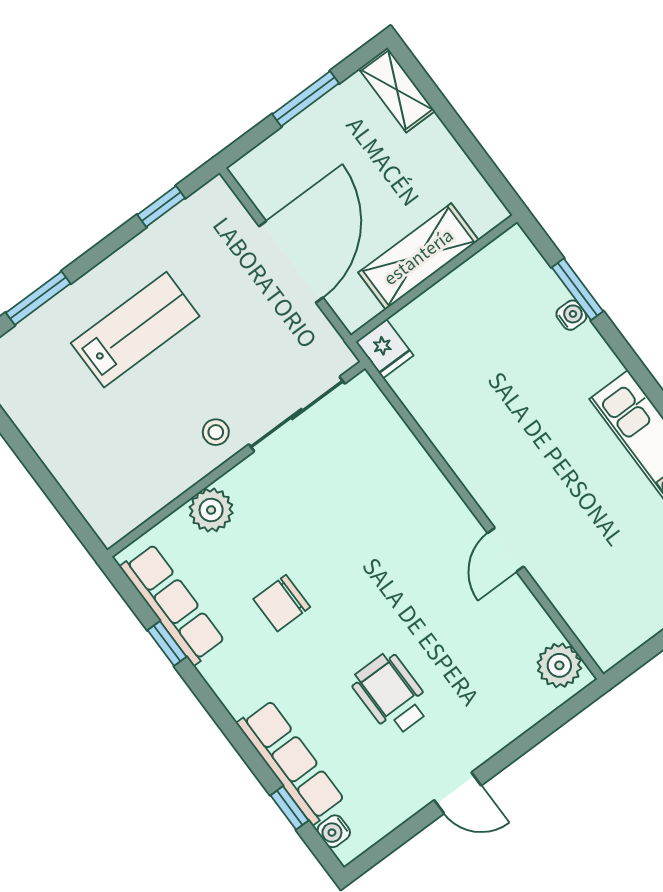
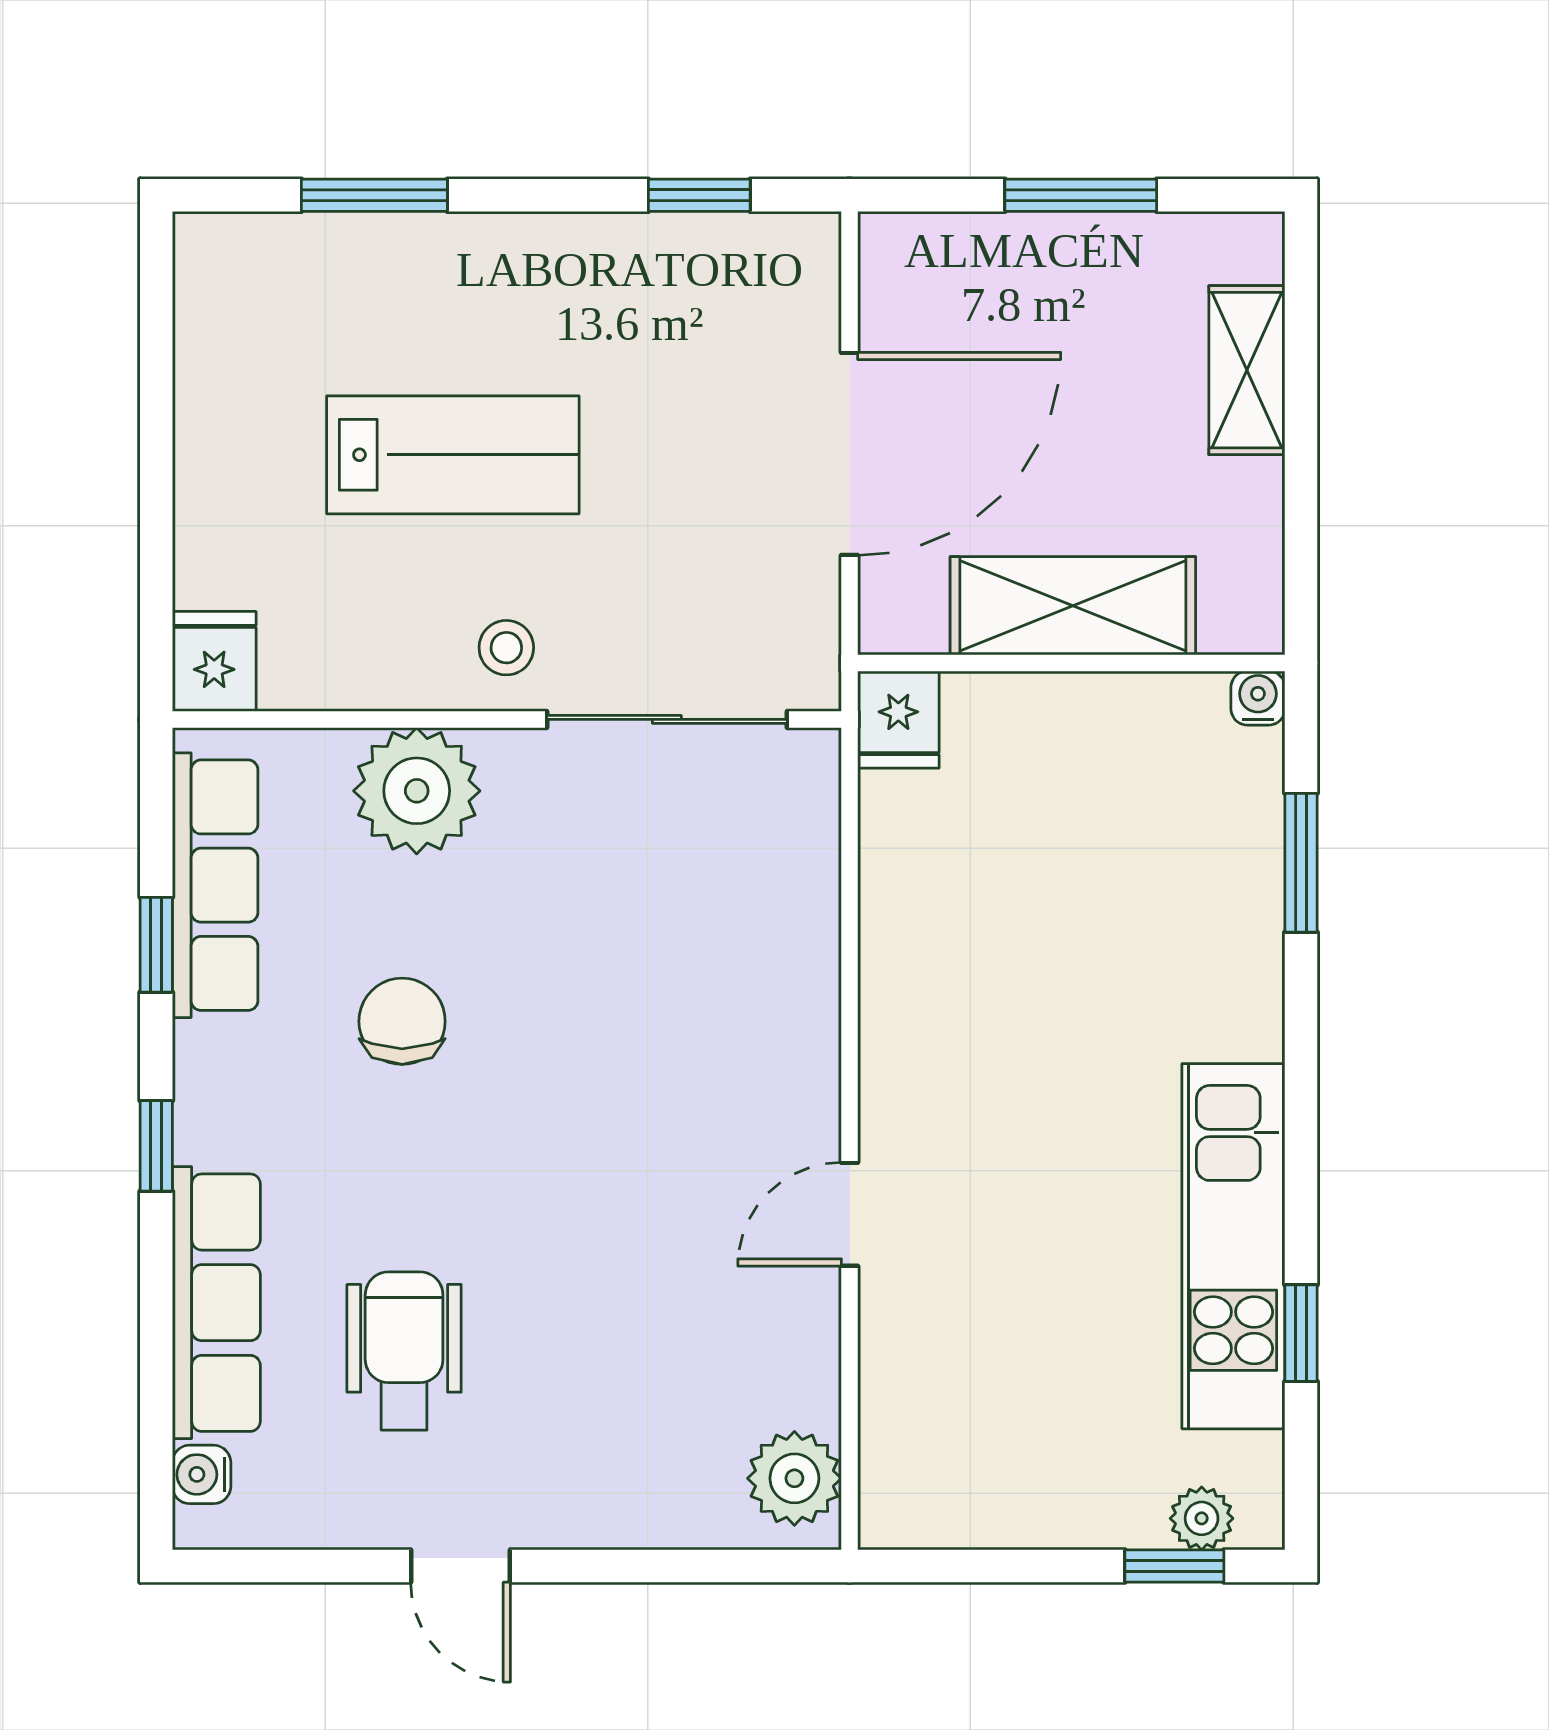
shelving: (397, 90) -> (1247, 370), moved
water cooler: (571, 315) -> (1258, 698), moved, turned -90
lab bench: (135, 330) -> (453, 455), moved
plant: (211, 510) -> (417, 791), width x1.36, depth x1.36
fridge: (109, 520) -> (214, 661), added
chair: (282, 603) -> (402, 1021), turned 90
wheelchair: (391, 694) -> (404, 1351), moved
window: (290, 808) -> (156, 1146), moved

